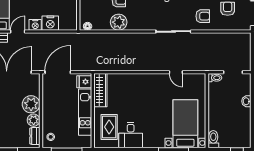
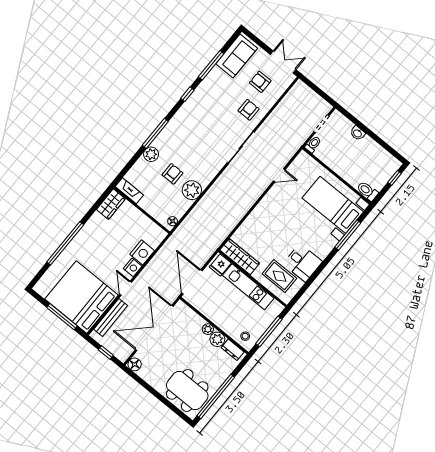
plant: (31, 104) -> (208, 329), width x0.53, depth x0.53

